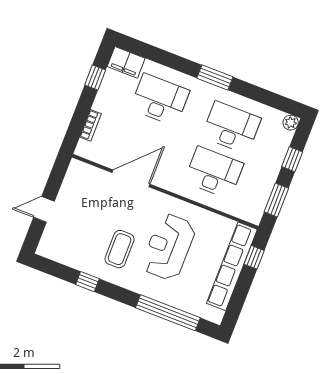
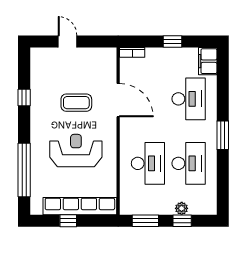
window: (95, 77) -> (172, 41), moved
plant: (291, 123) -> (182, 208), moved
bookcase: (91, 125) -> (132, 52), moved
coffee table: (120, 249) -> (76, 103), moved
window: (254, 257) -> (68, 221), moved

